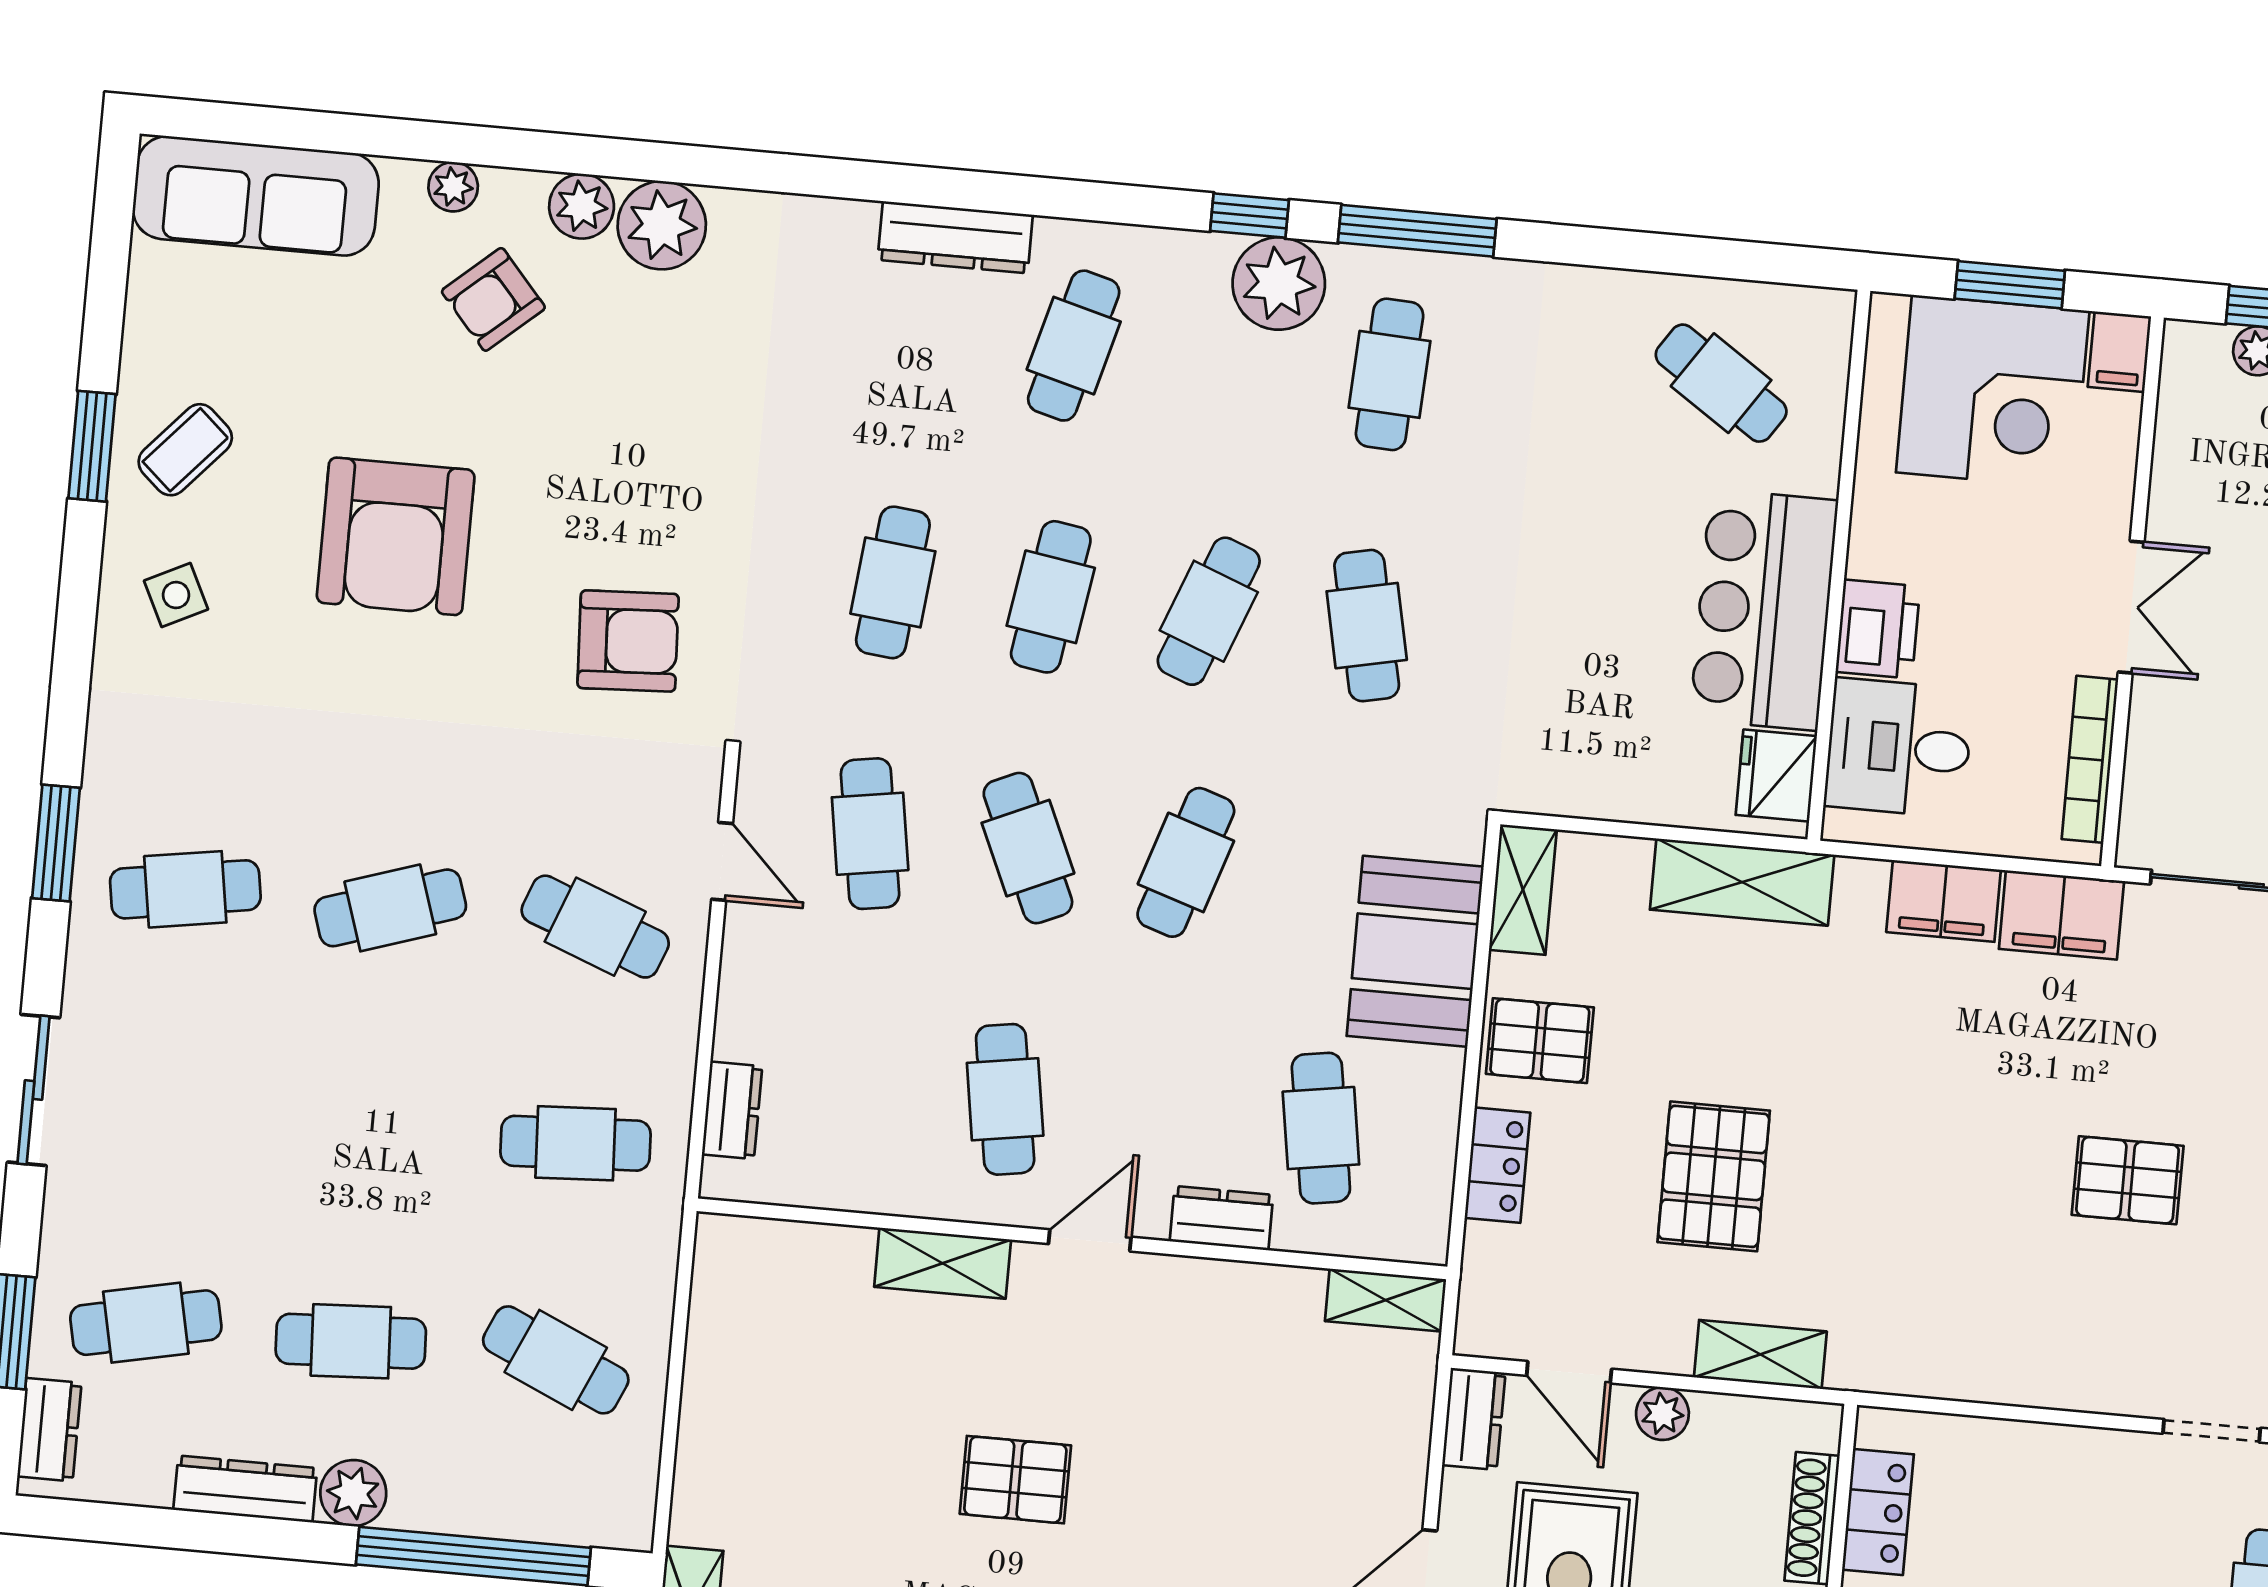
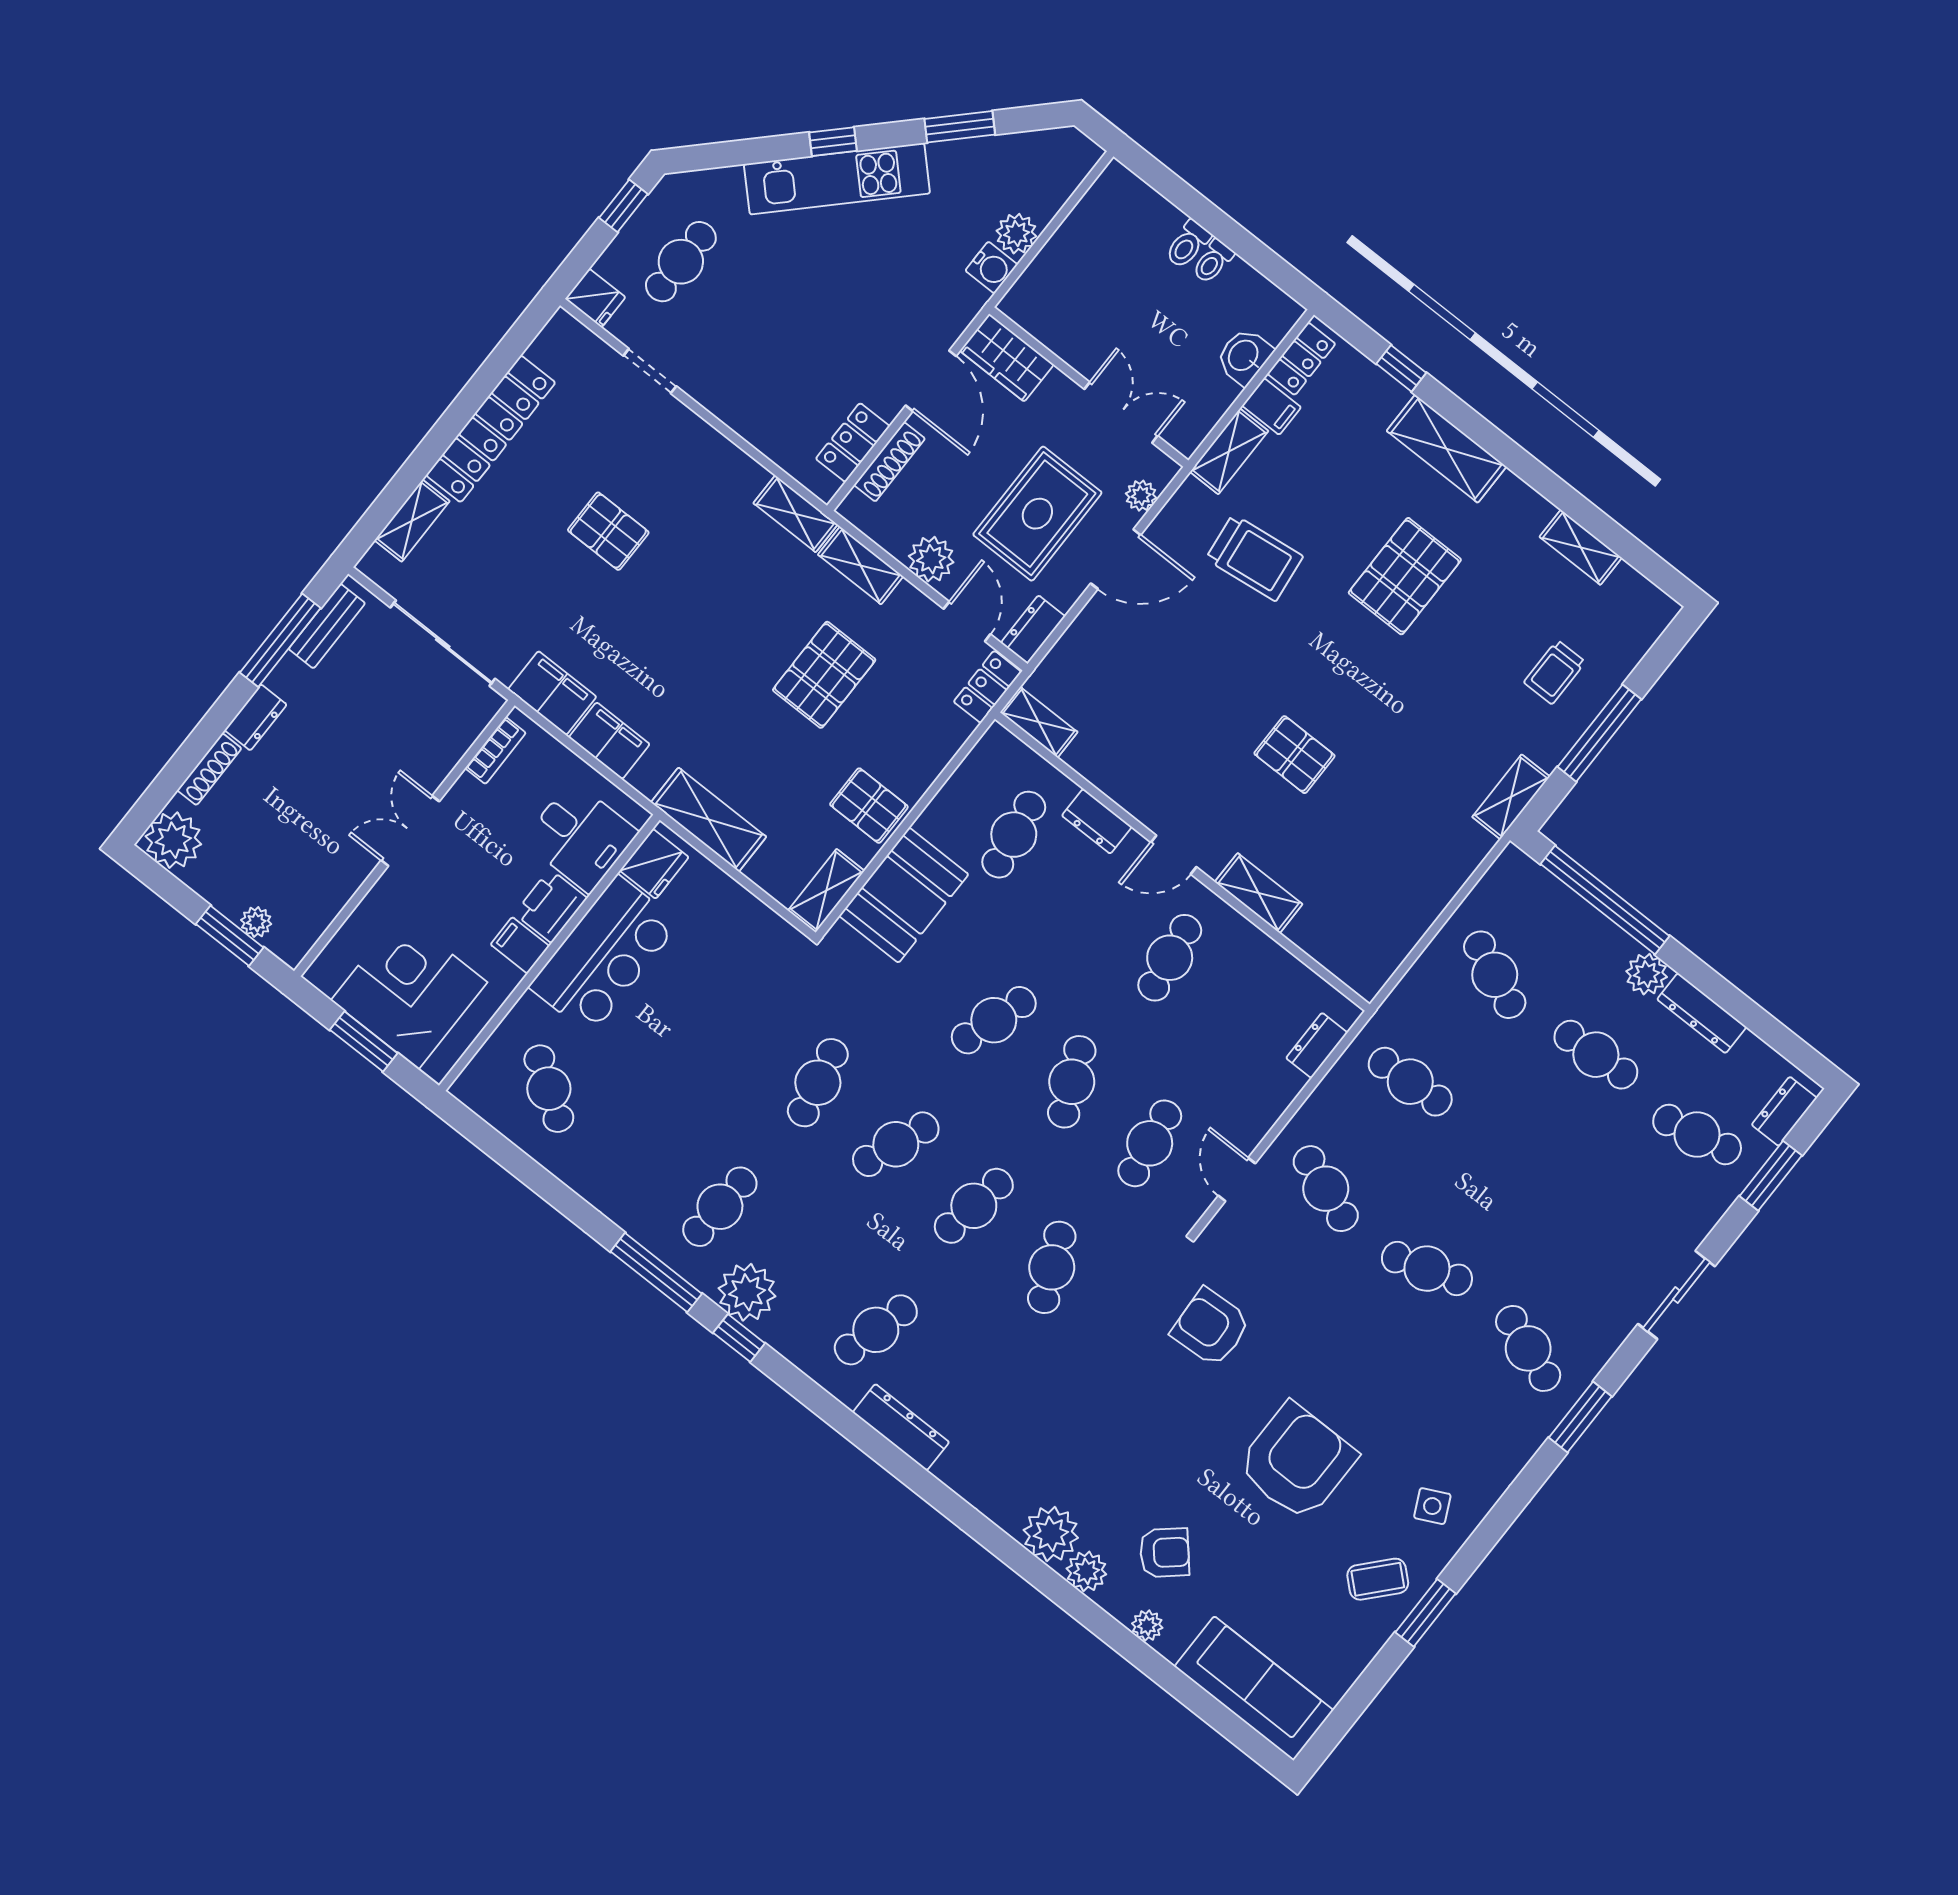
filing cabinet: (2120, 352) -> (520, 945), moved, turned -90
cafe table: (893, 582) -> (1052, 1267), turned -30
bookcase: (2090, 759) -> (495, 751), width x0.64
cafe table: (185, 889) -> (1528, 1348), turned 30
locker: (1497, 1165) -> (987, 687), moved
shelving: (1892, 1367) -> (796, 514), added
plant: (1662, 1414) -> (931, 559), width x1.38, depth x1.38

